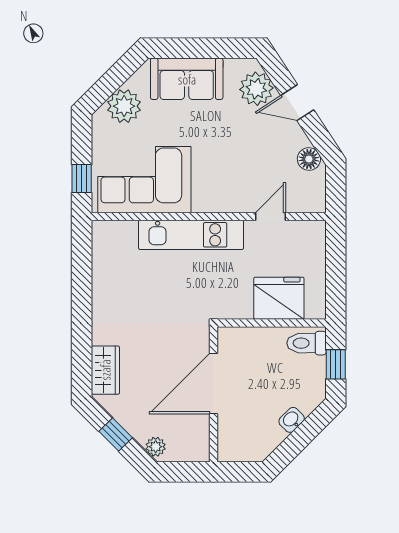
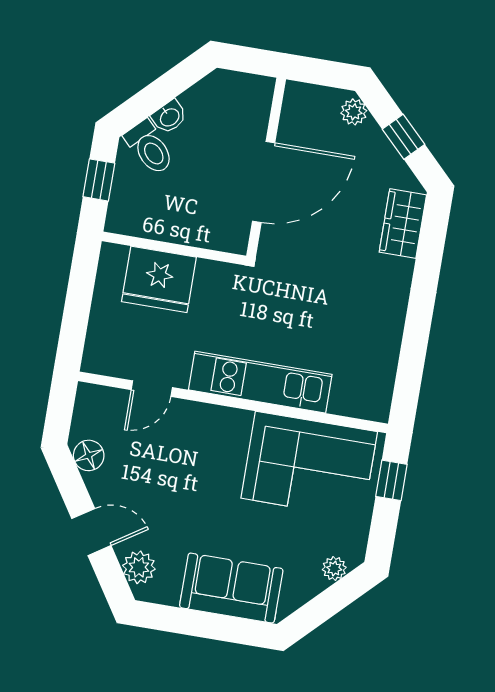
plant: (256, 89) -> (139, 567), width x0.73, depth x0.73
plant: (124, 106) -> (334, 568), width x0.53, depth x0.53
toilet: (307, 343) -> (150, 148), moved, turned 45

